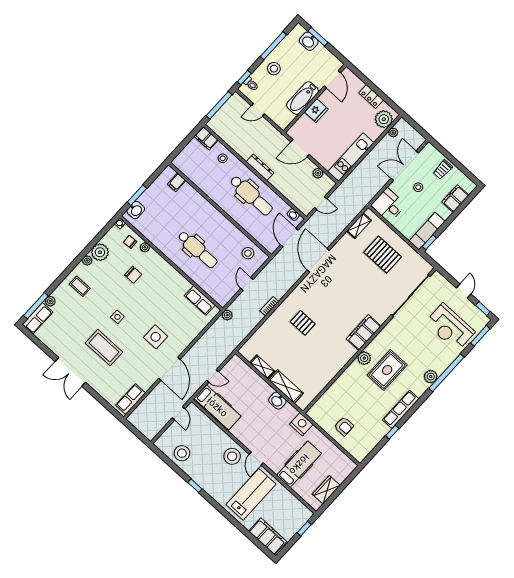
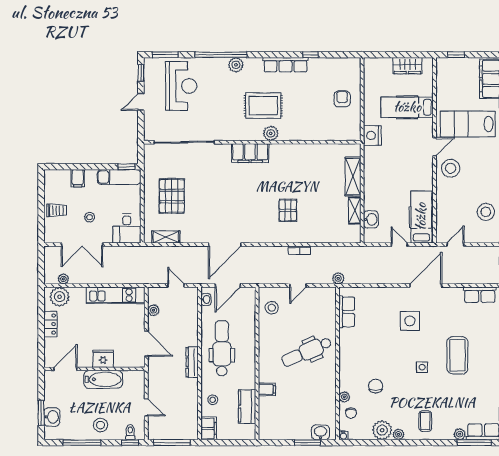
kitchen counter: (197, 177) -> (247, 406), added
filing cabinet: (177, 182) -> (267, 389), moved
filing cabinet: (455, 199) -> (78, 178), width x0.50
dental chair: (198, 250) -> (307, 352), turned -114
washbasin: (277, 401) -> (371, 219), moved

